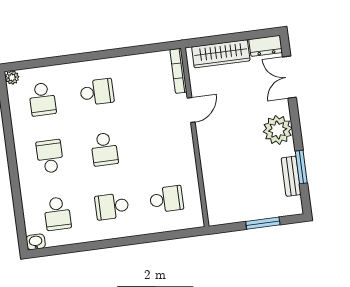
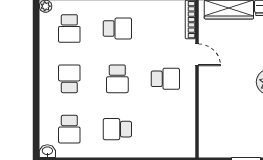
door: (191, 110) -> (197, 55), hinge flipped
school desk: (166, 199) -> (165, 79), moved

